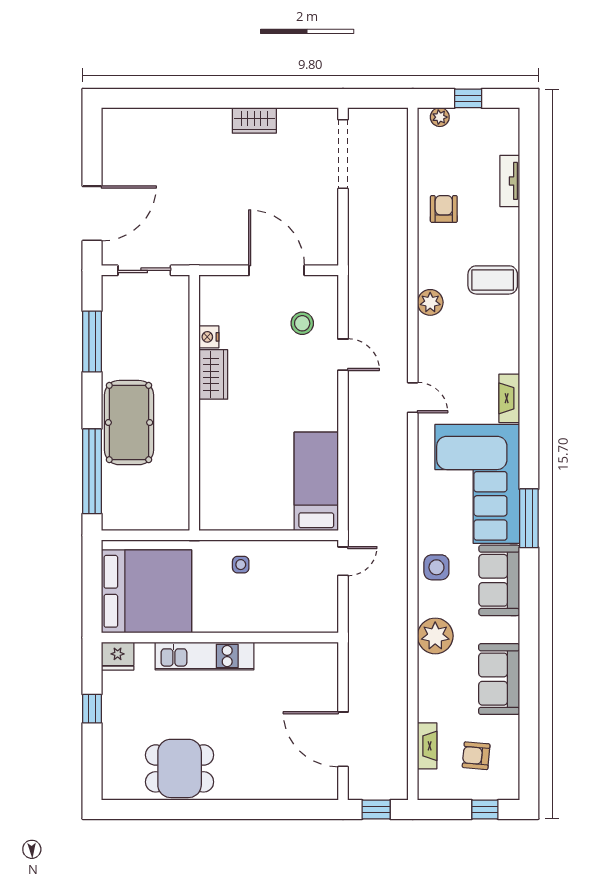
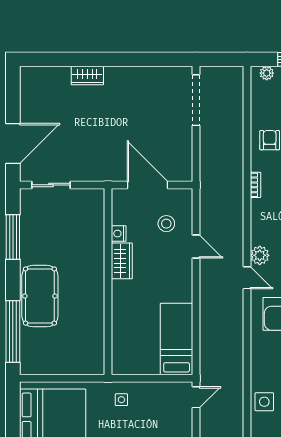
wardrobe: (254, 120) -> (87, 76), moved
bookcase: (424, 270) -> (255, 185), added
plant: (430, 302) -> (260, 255), moved
nightstand: (209, 337) -> (119, 234), moved
wardrobe: (213, 374) -> (122, 261), moved
wall: (194, 403) -> (108, 282), moved

